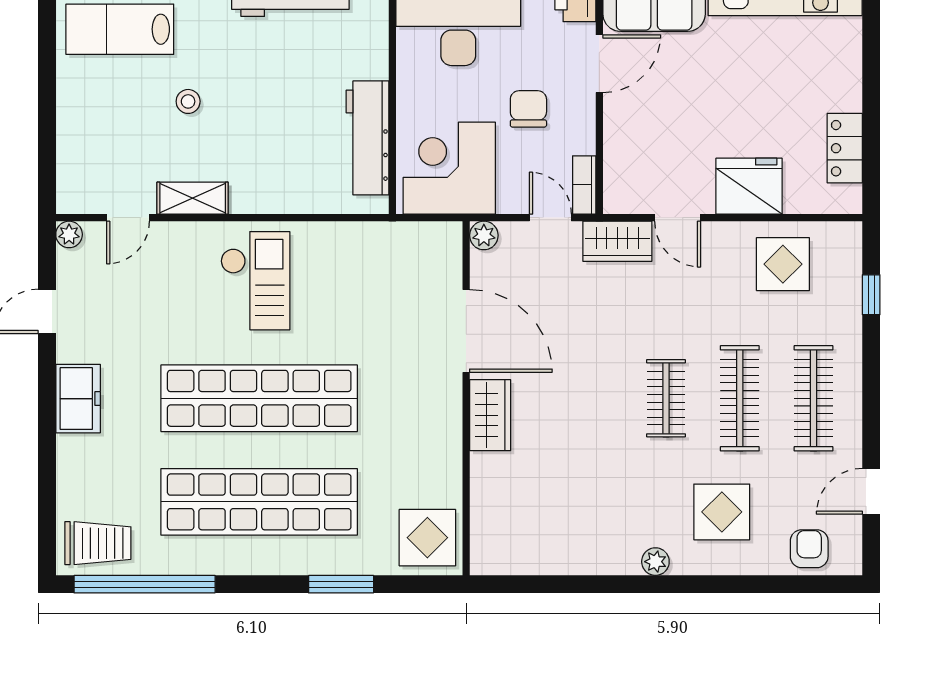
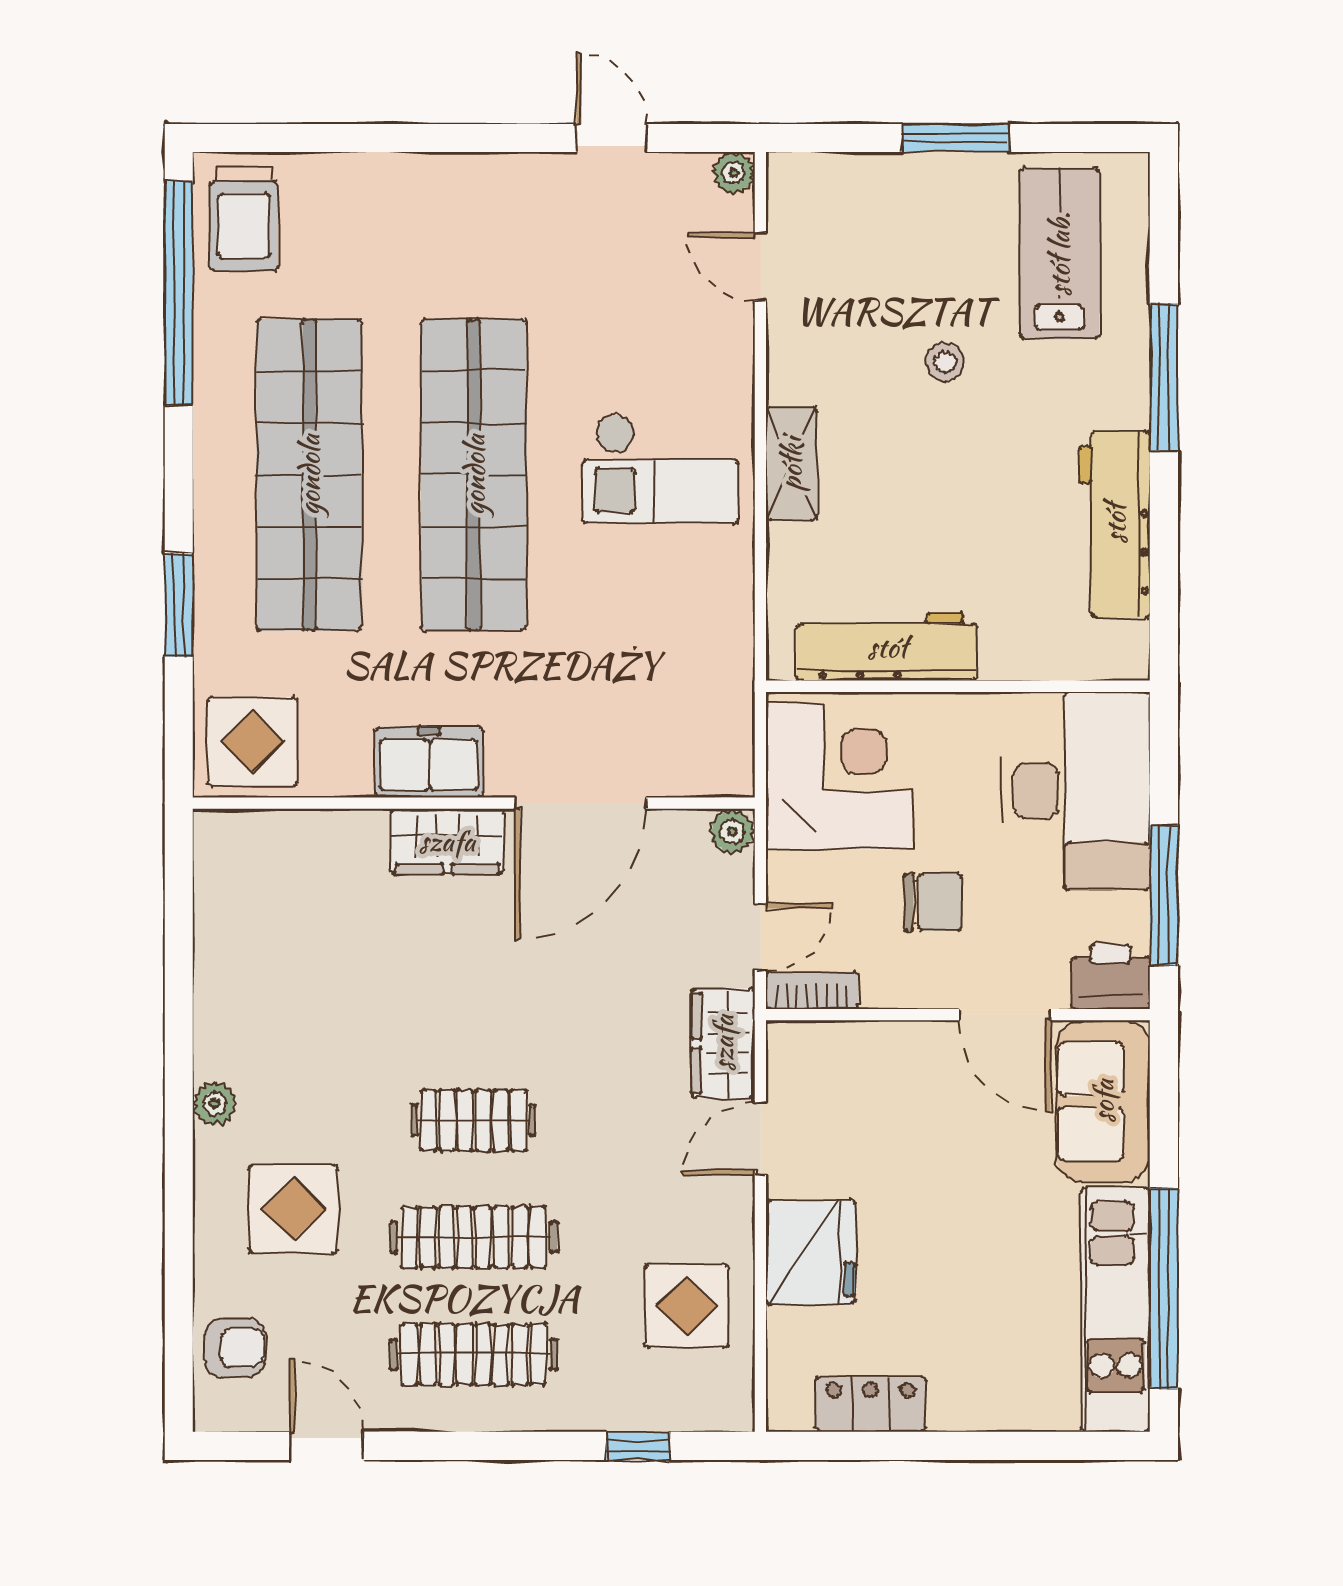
window: (47, 95) -> (955, 138), added
shelving: (193, 198) -> (791, 464), moved
freezer: (78, 399) -> (429, 762), moved, turned 180

